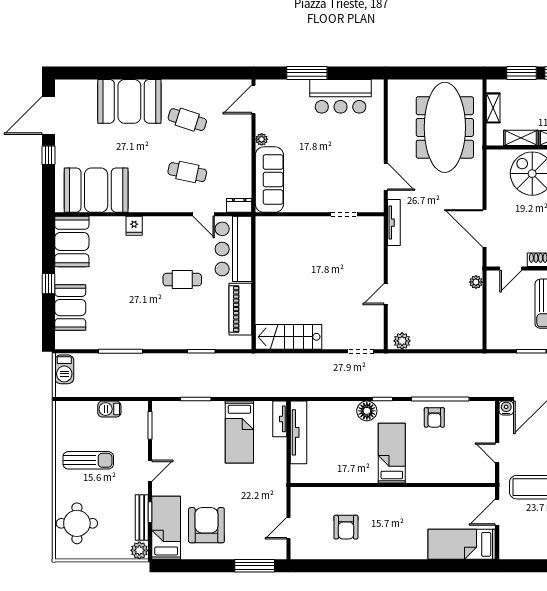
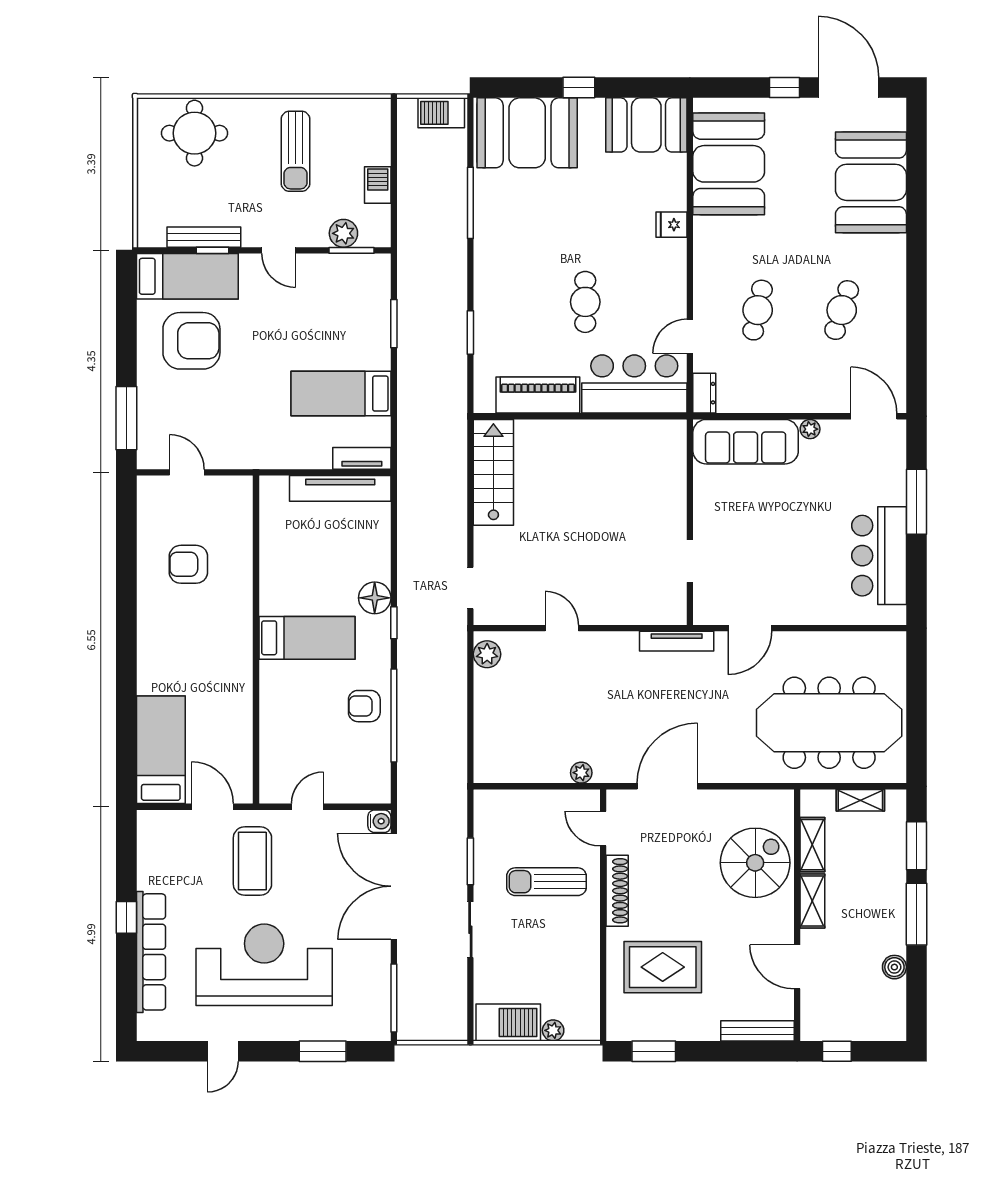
booth: (129, 101) -> (871, 182), moved
booth: (70, 308) -> (527, 133), width x1.36, depth x1.42
plant: (139, 550) -> (343, 233), moved

